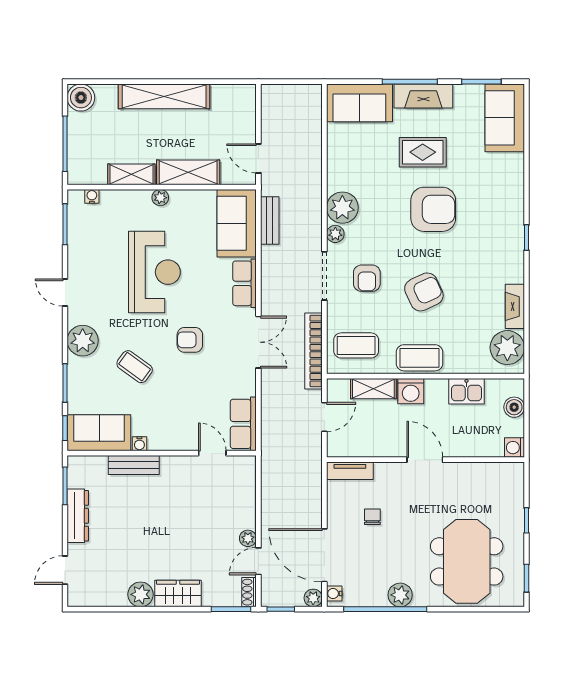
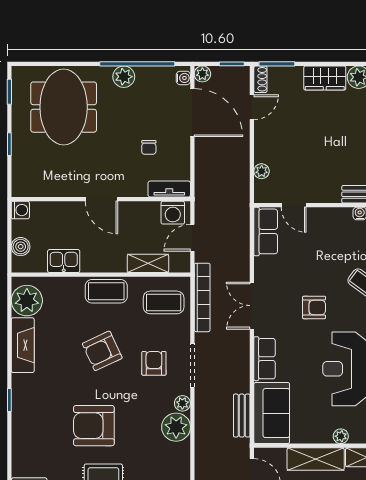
fireplace: (515, 306) -> (23, 345), width x1.37, depth x1.32
washing machine: (411, 391) -> (173, 213), moved, turned 180
plant: (248, 538) -> (262, 171), moved

